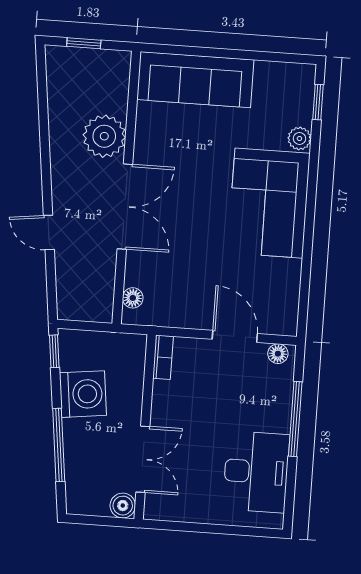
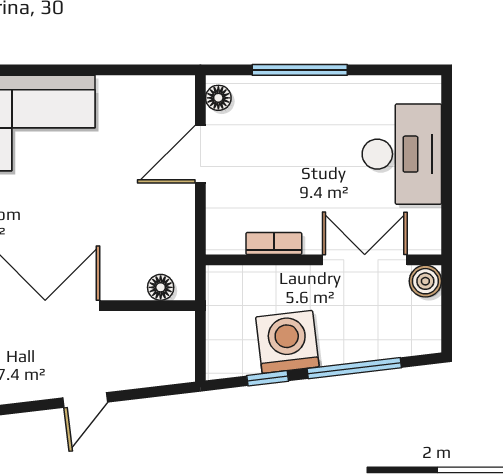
window: (54, 351) -> (268, 378), moved
bookcase: (163, 357) -> (274, 244), moved
desk: (256, 472) -> (402, 154), moved, turned 90

